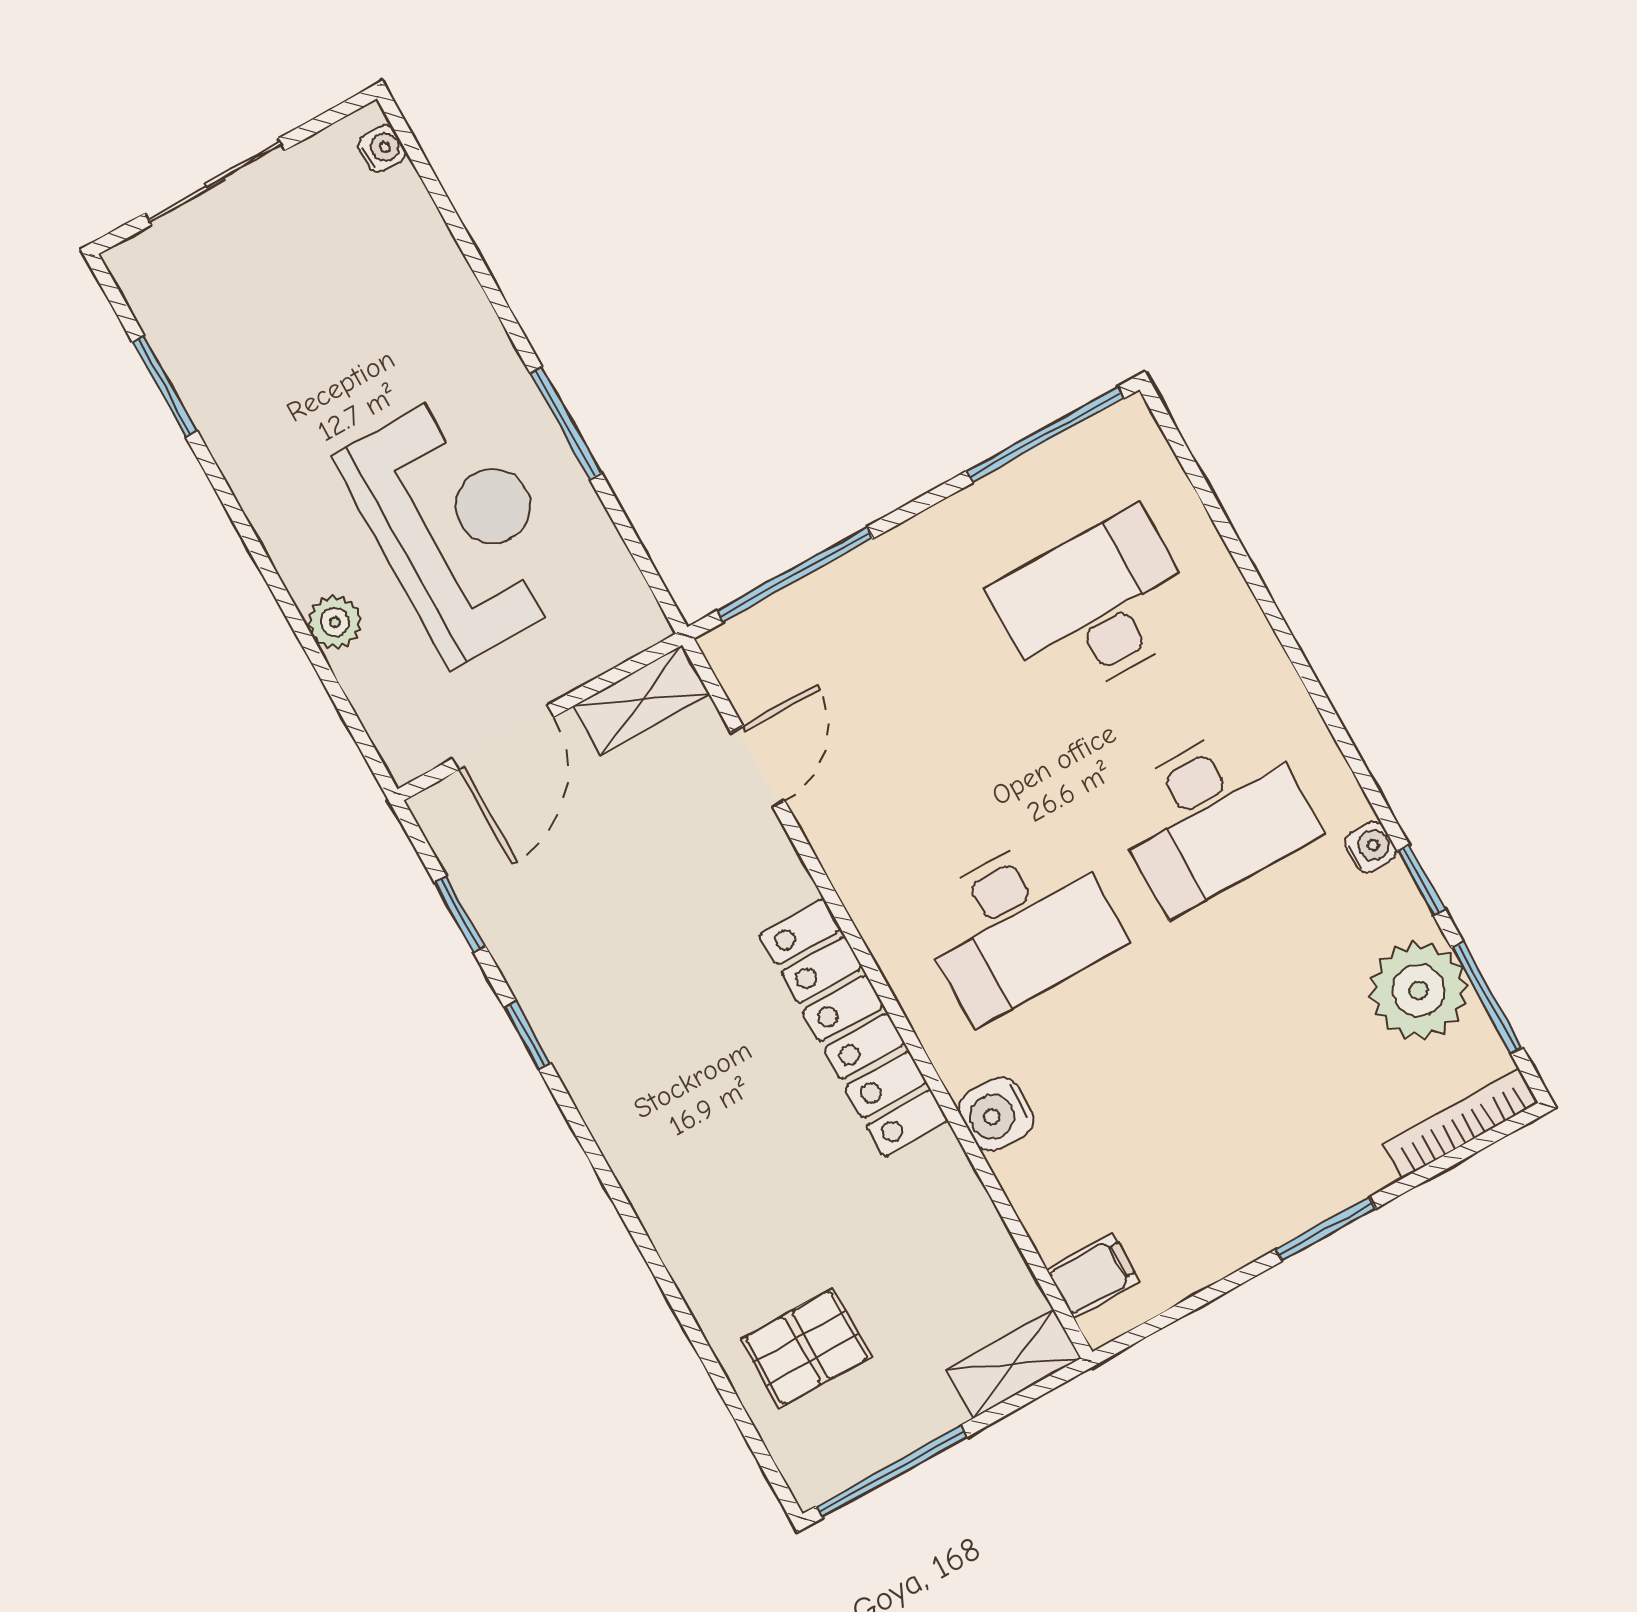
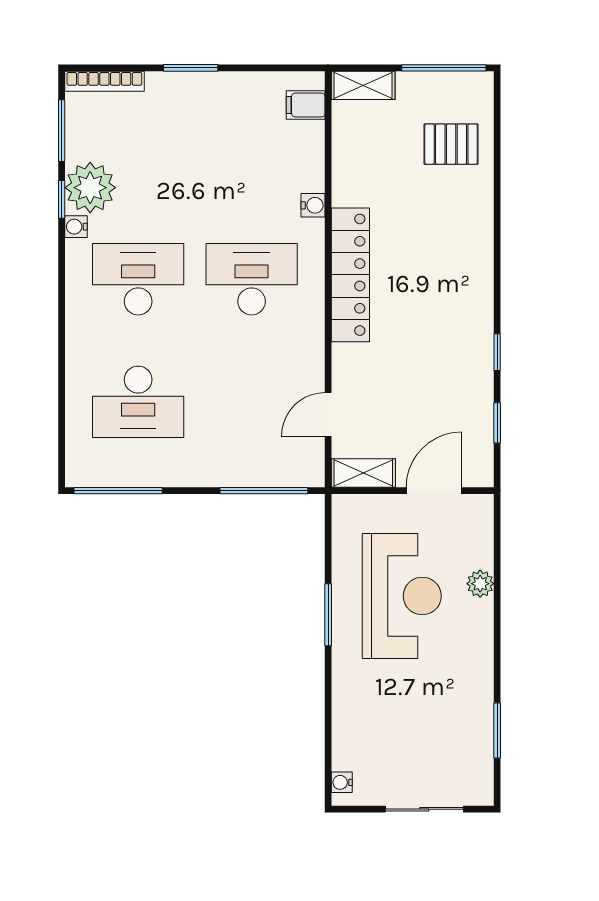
reception desk: (458, 526) -> (402, 596), turned 180
plant: (1419, 991) -> (90, 188), moved
water cooler: (996, 1114) -> (313, 205), width x0.72, depth x0.72

